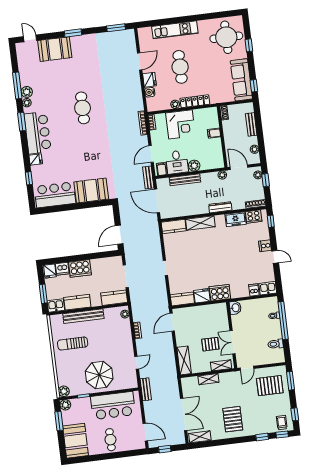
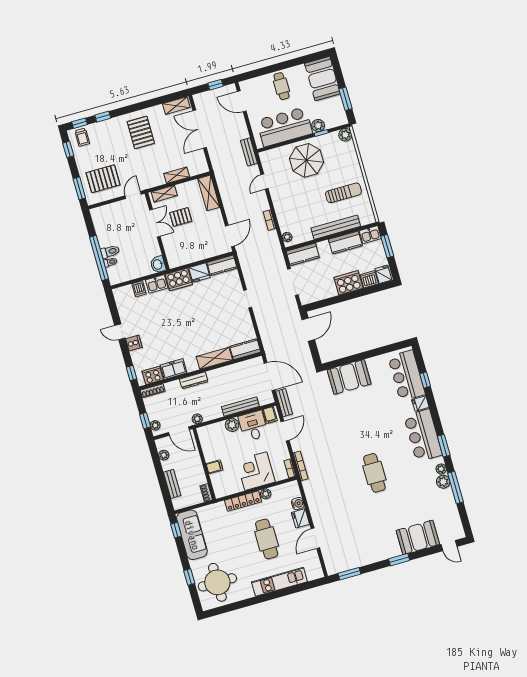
bar counter: (55, 195) -> (407, 376), moved, turned 90
kitchen sink: (268, 288) -> (157, 284), moved
toilet: (276, 344) -> (110, 252), moved
plant: (65, 405) -> (318, 126), moved

